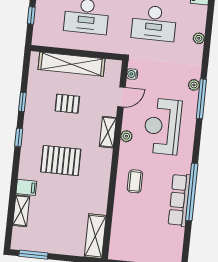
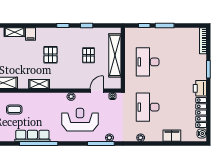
door: (121, 97) -> (97, 91), swing flipped
shelving: (108, 132) -> (39, 84), moved
pallet: (61, 161) -> (50, 55), width x0.67, depth x0.71
coffee table: (135, 181) -> (14, 109), moved

